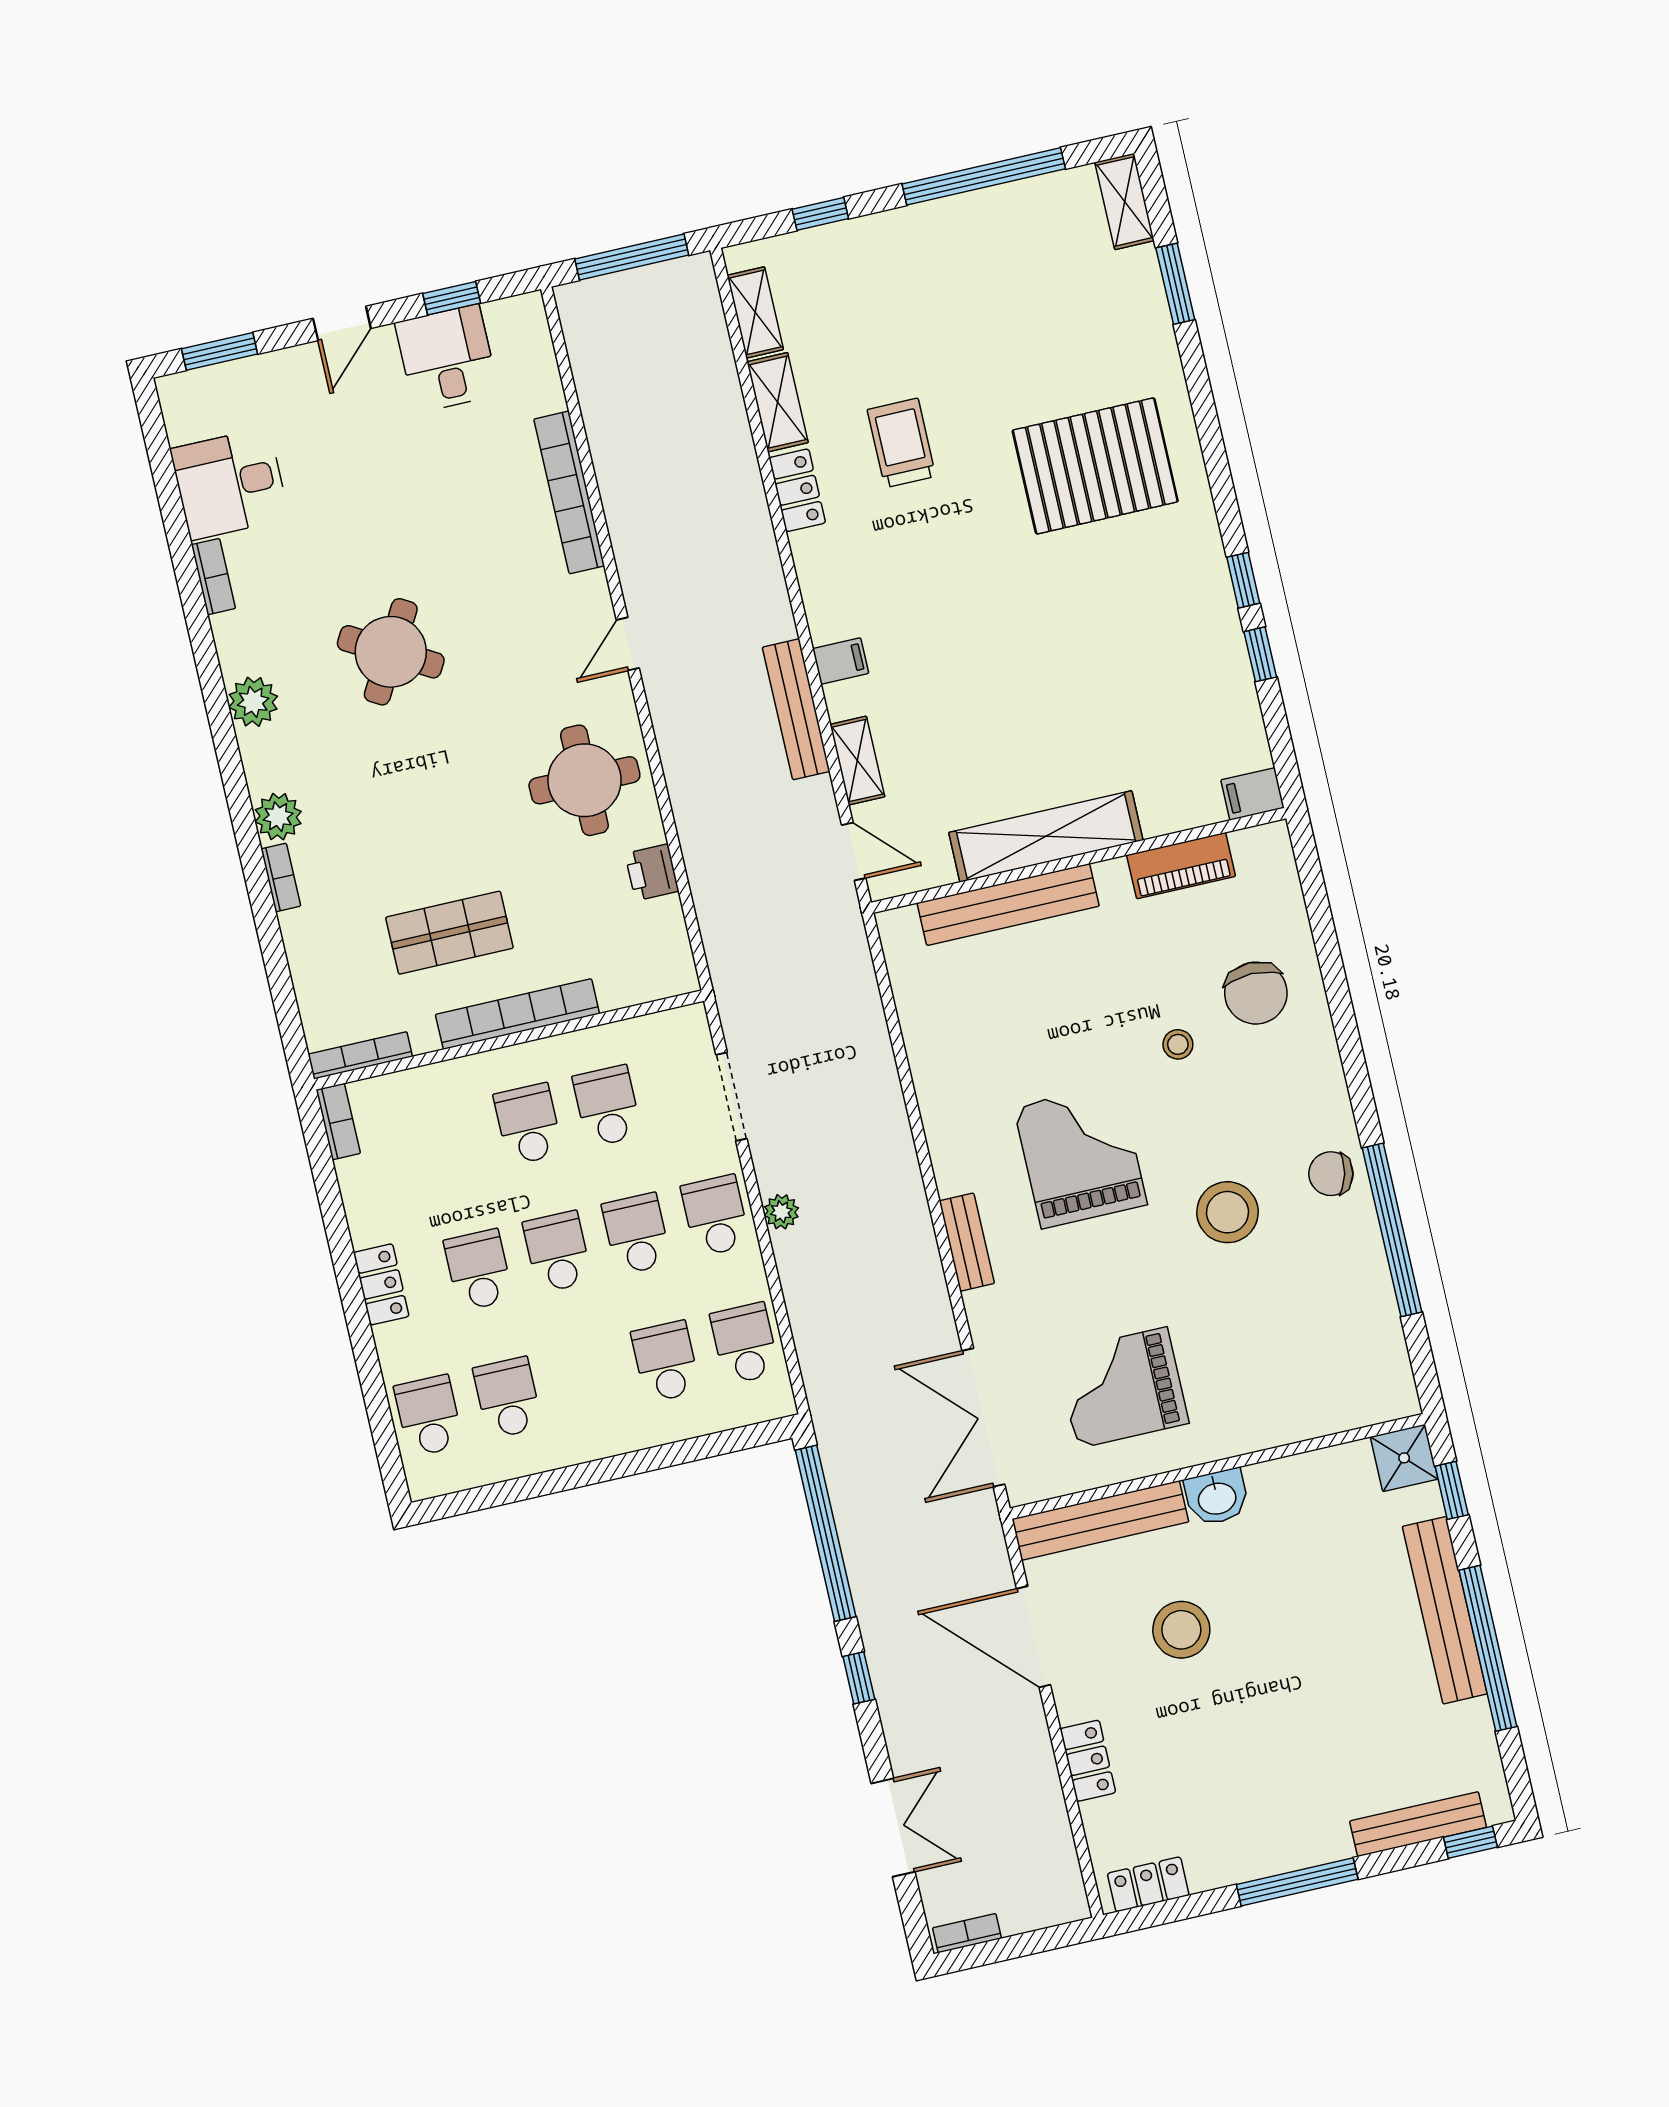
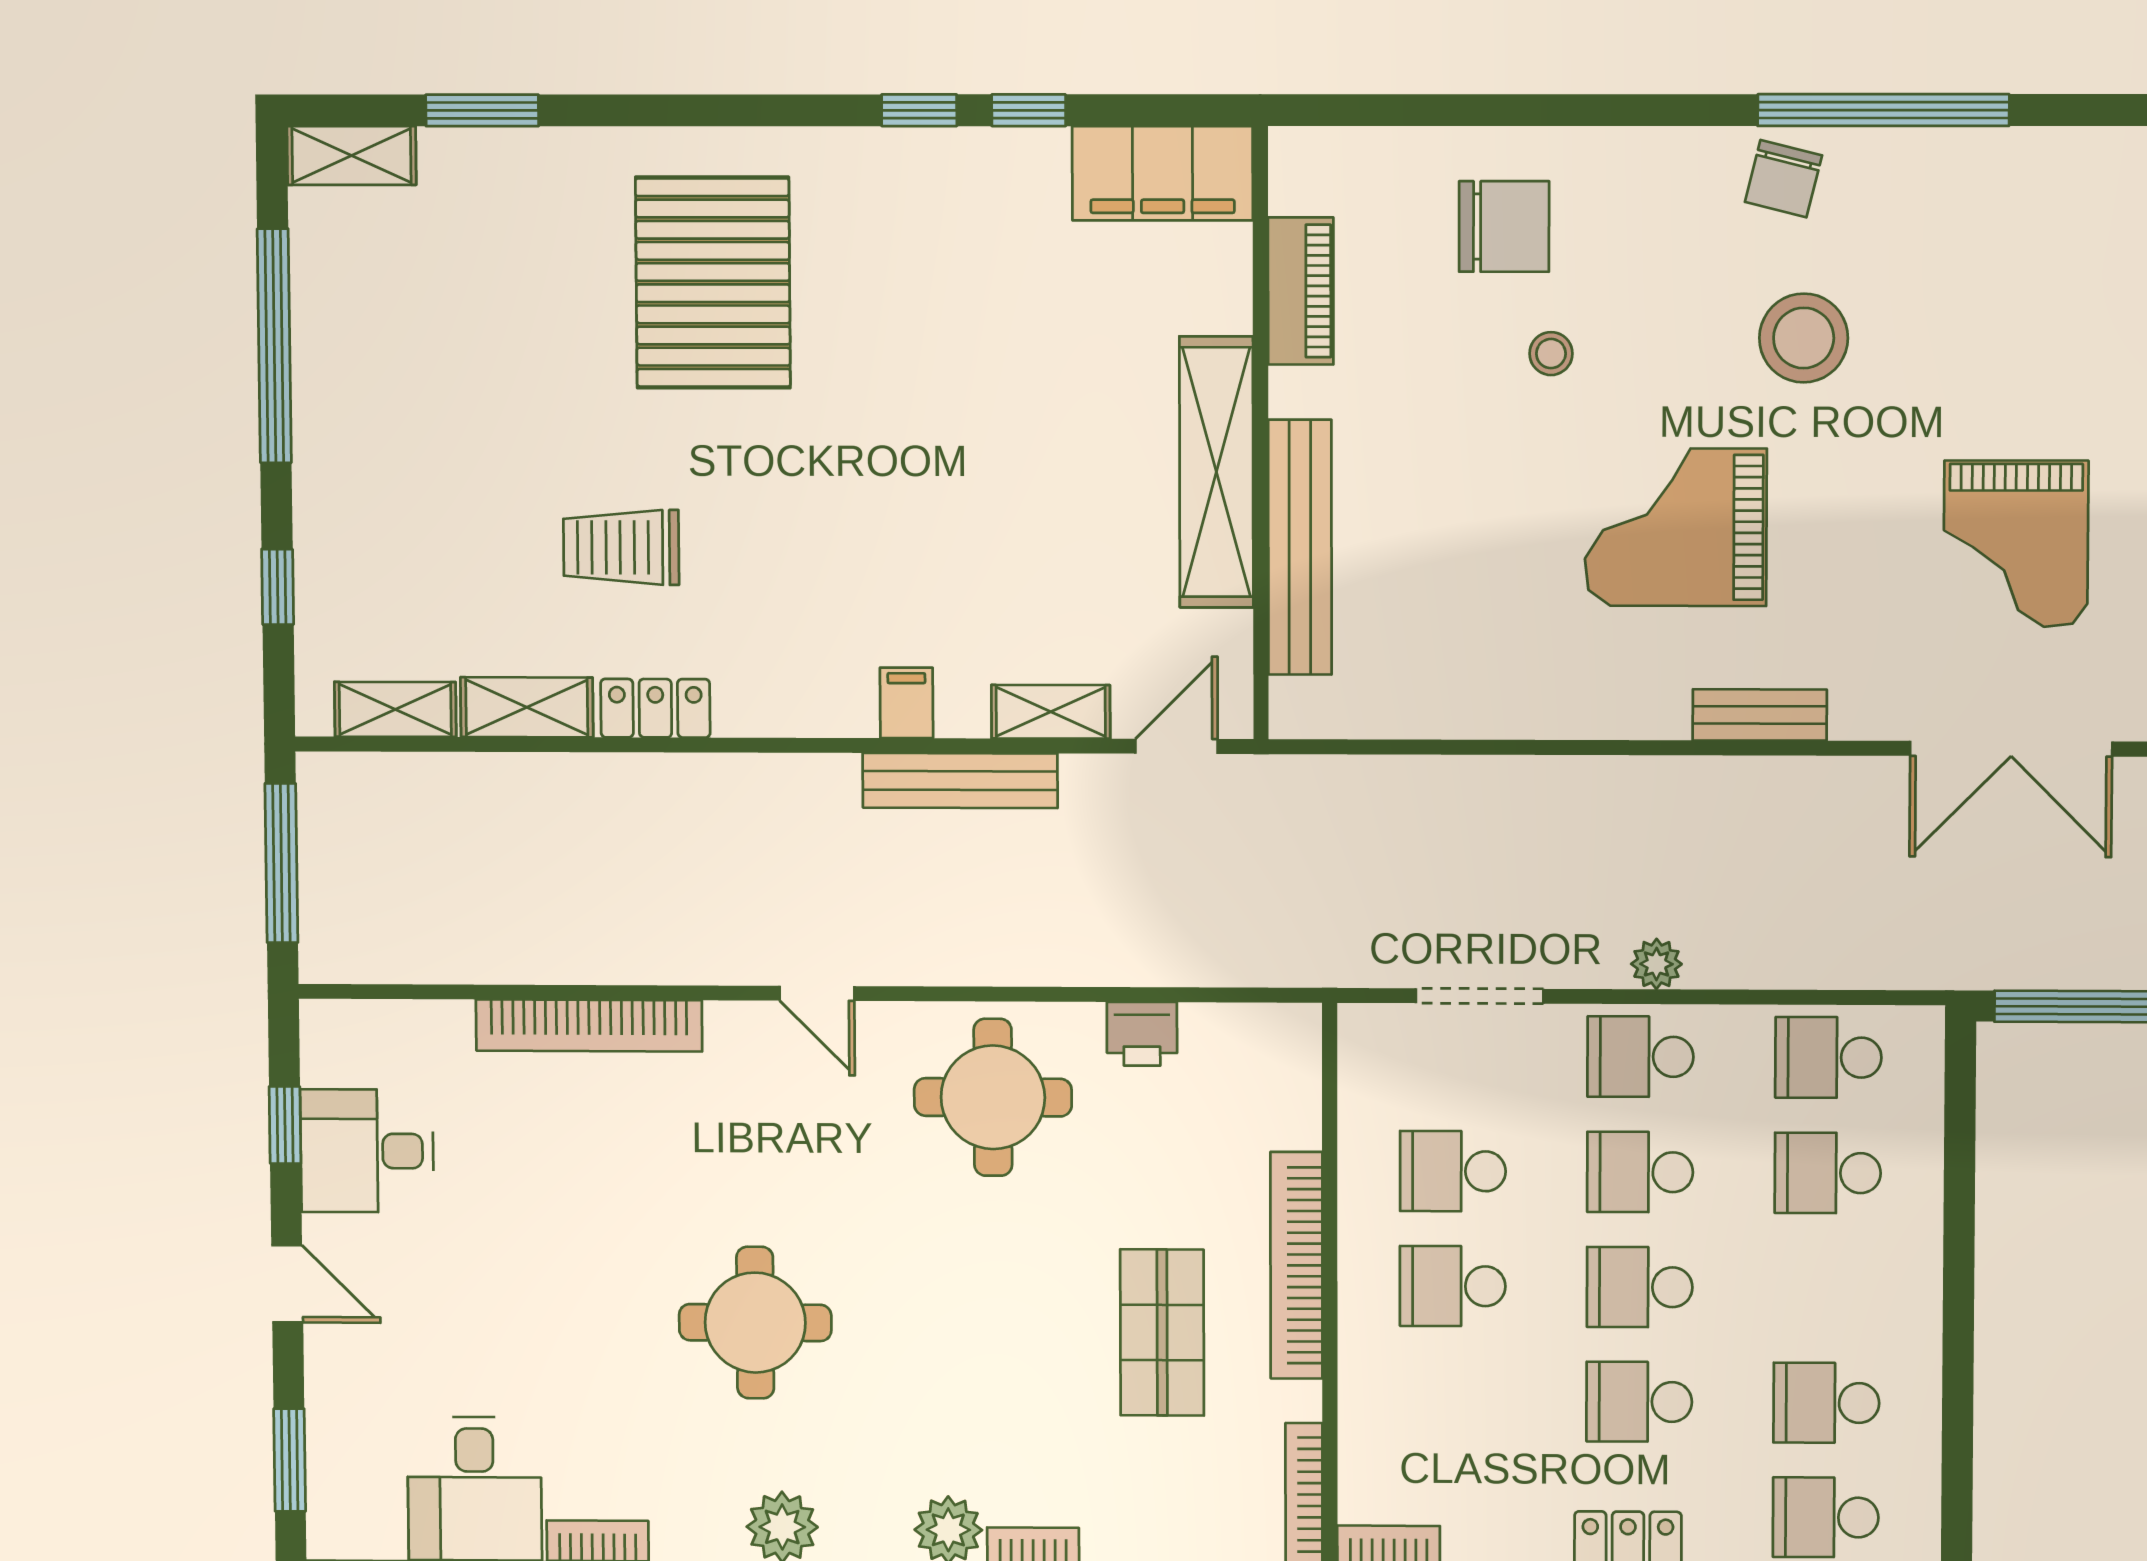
round table: (391, 652) -> (755, 1323), turned -30
filing cabinet: (1253, 794) -> (1162, 173), width x3.00, depth x1.17

